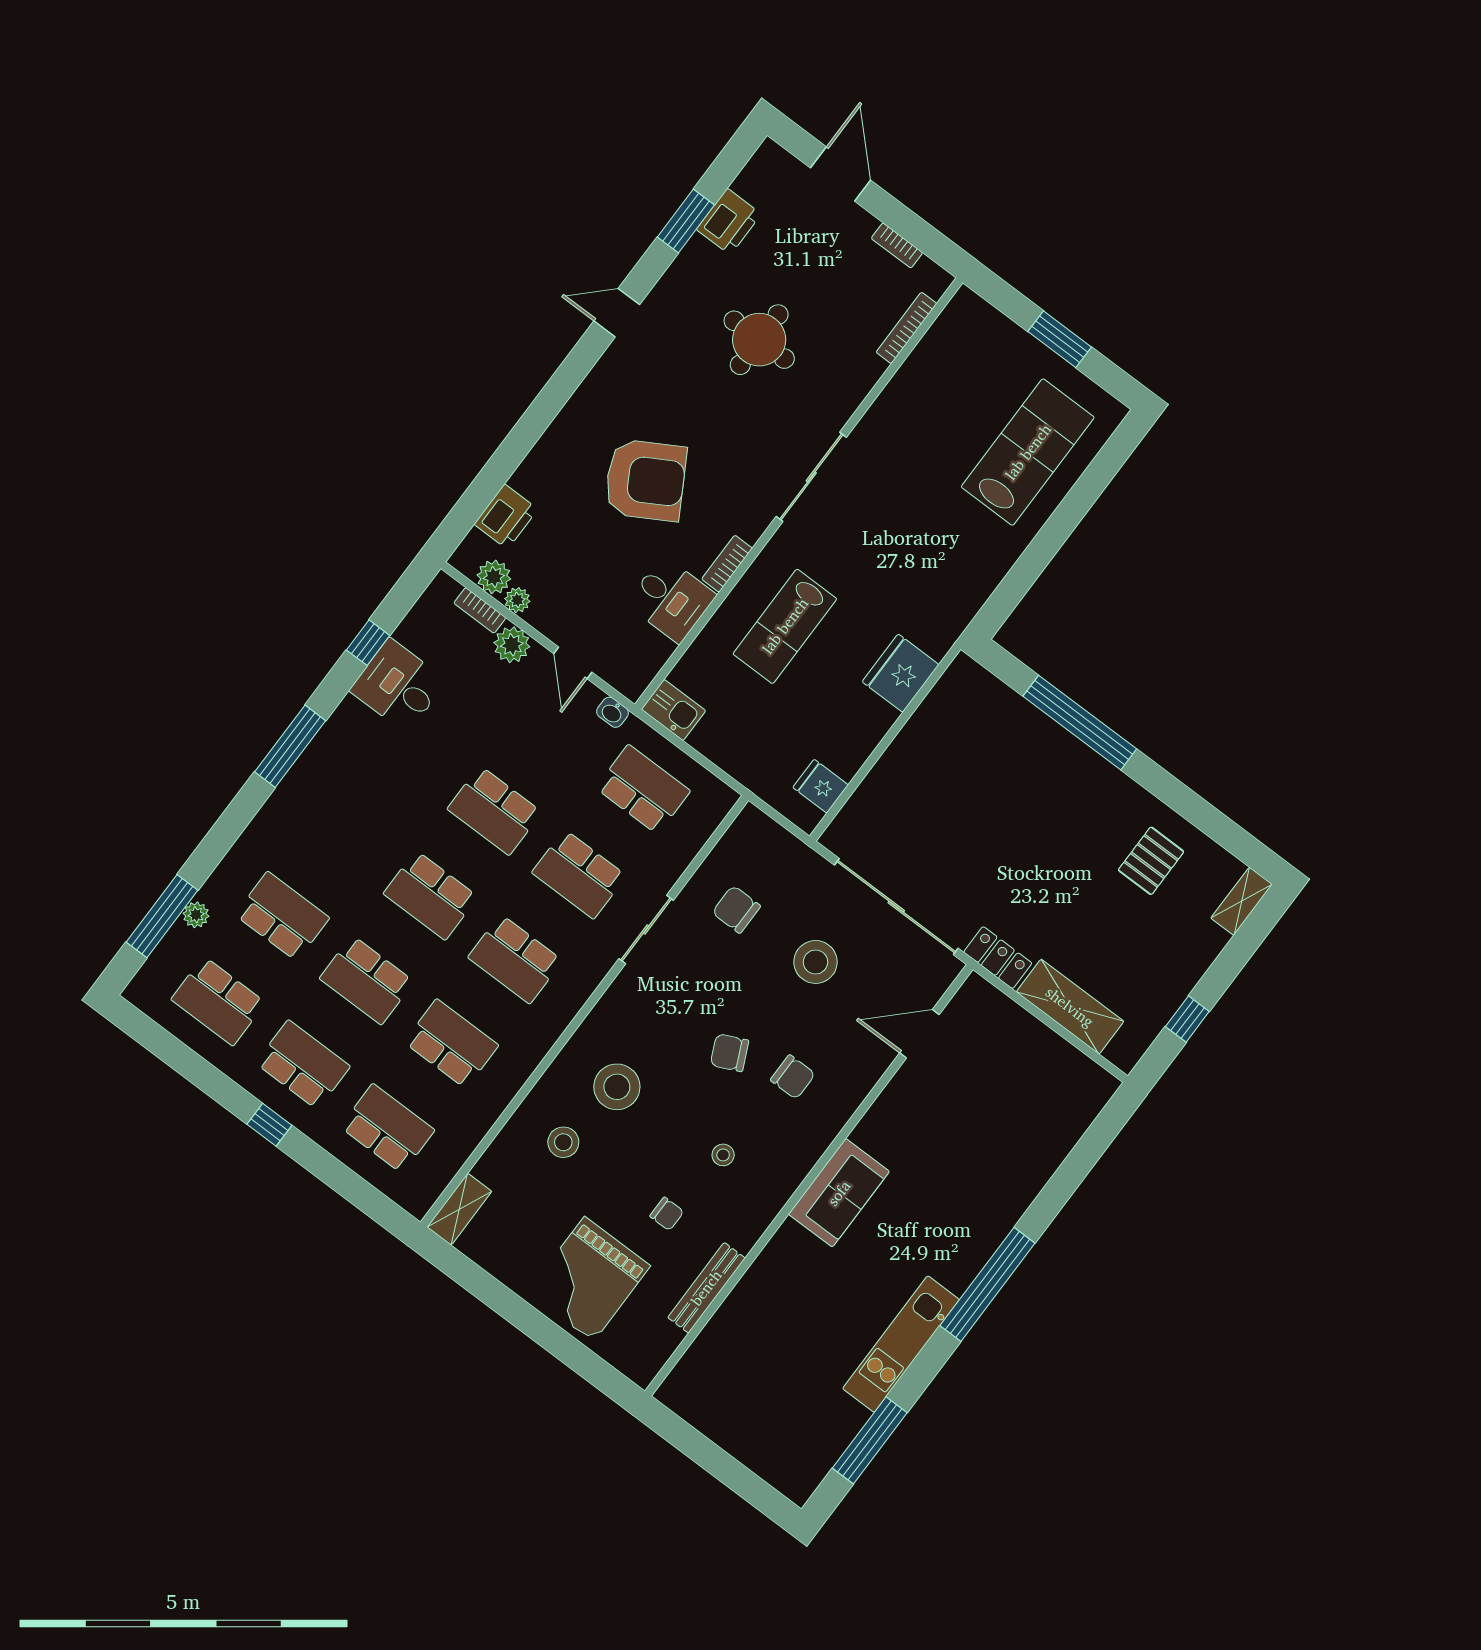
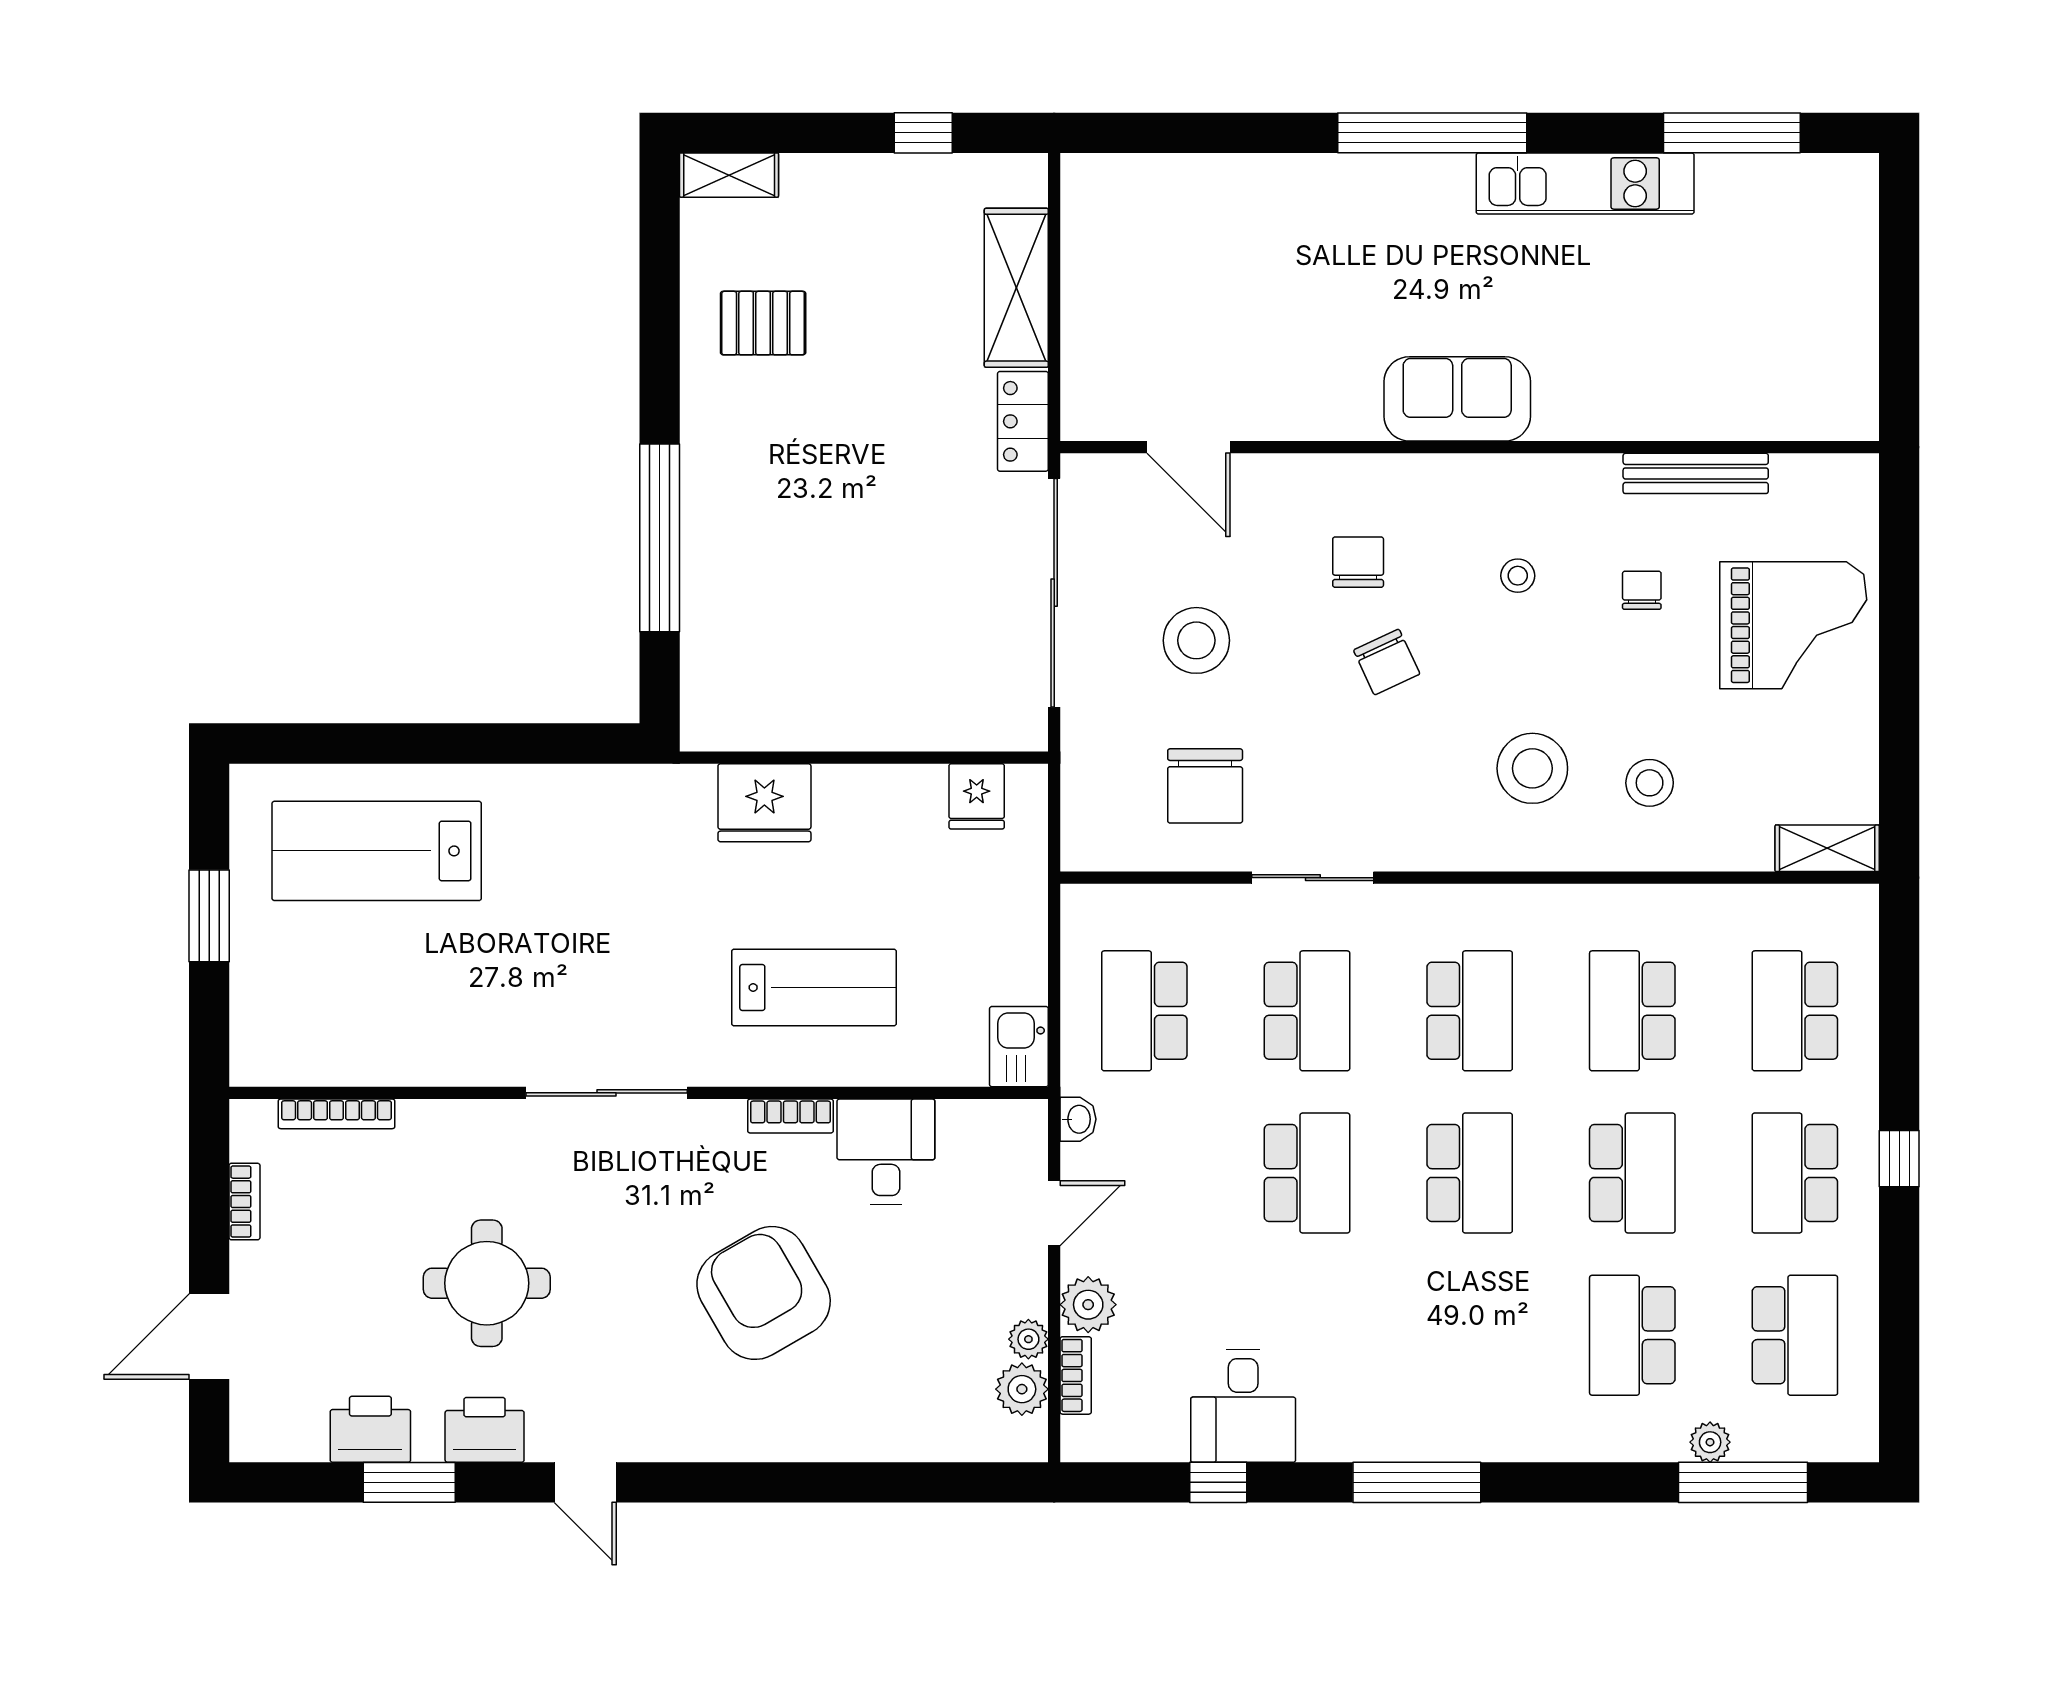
printer: (506, 517) -> (485, 1430), moved
chair: (736, 909) -> (1205, 786), width x1.37, depth x1.37

